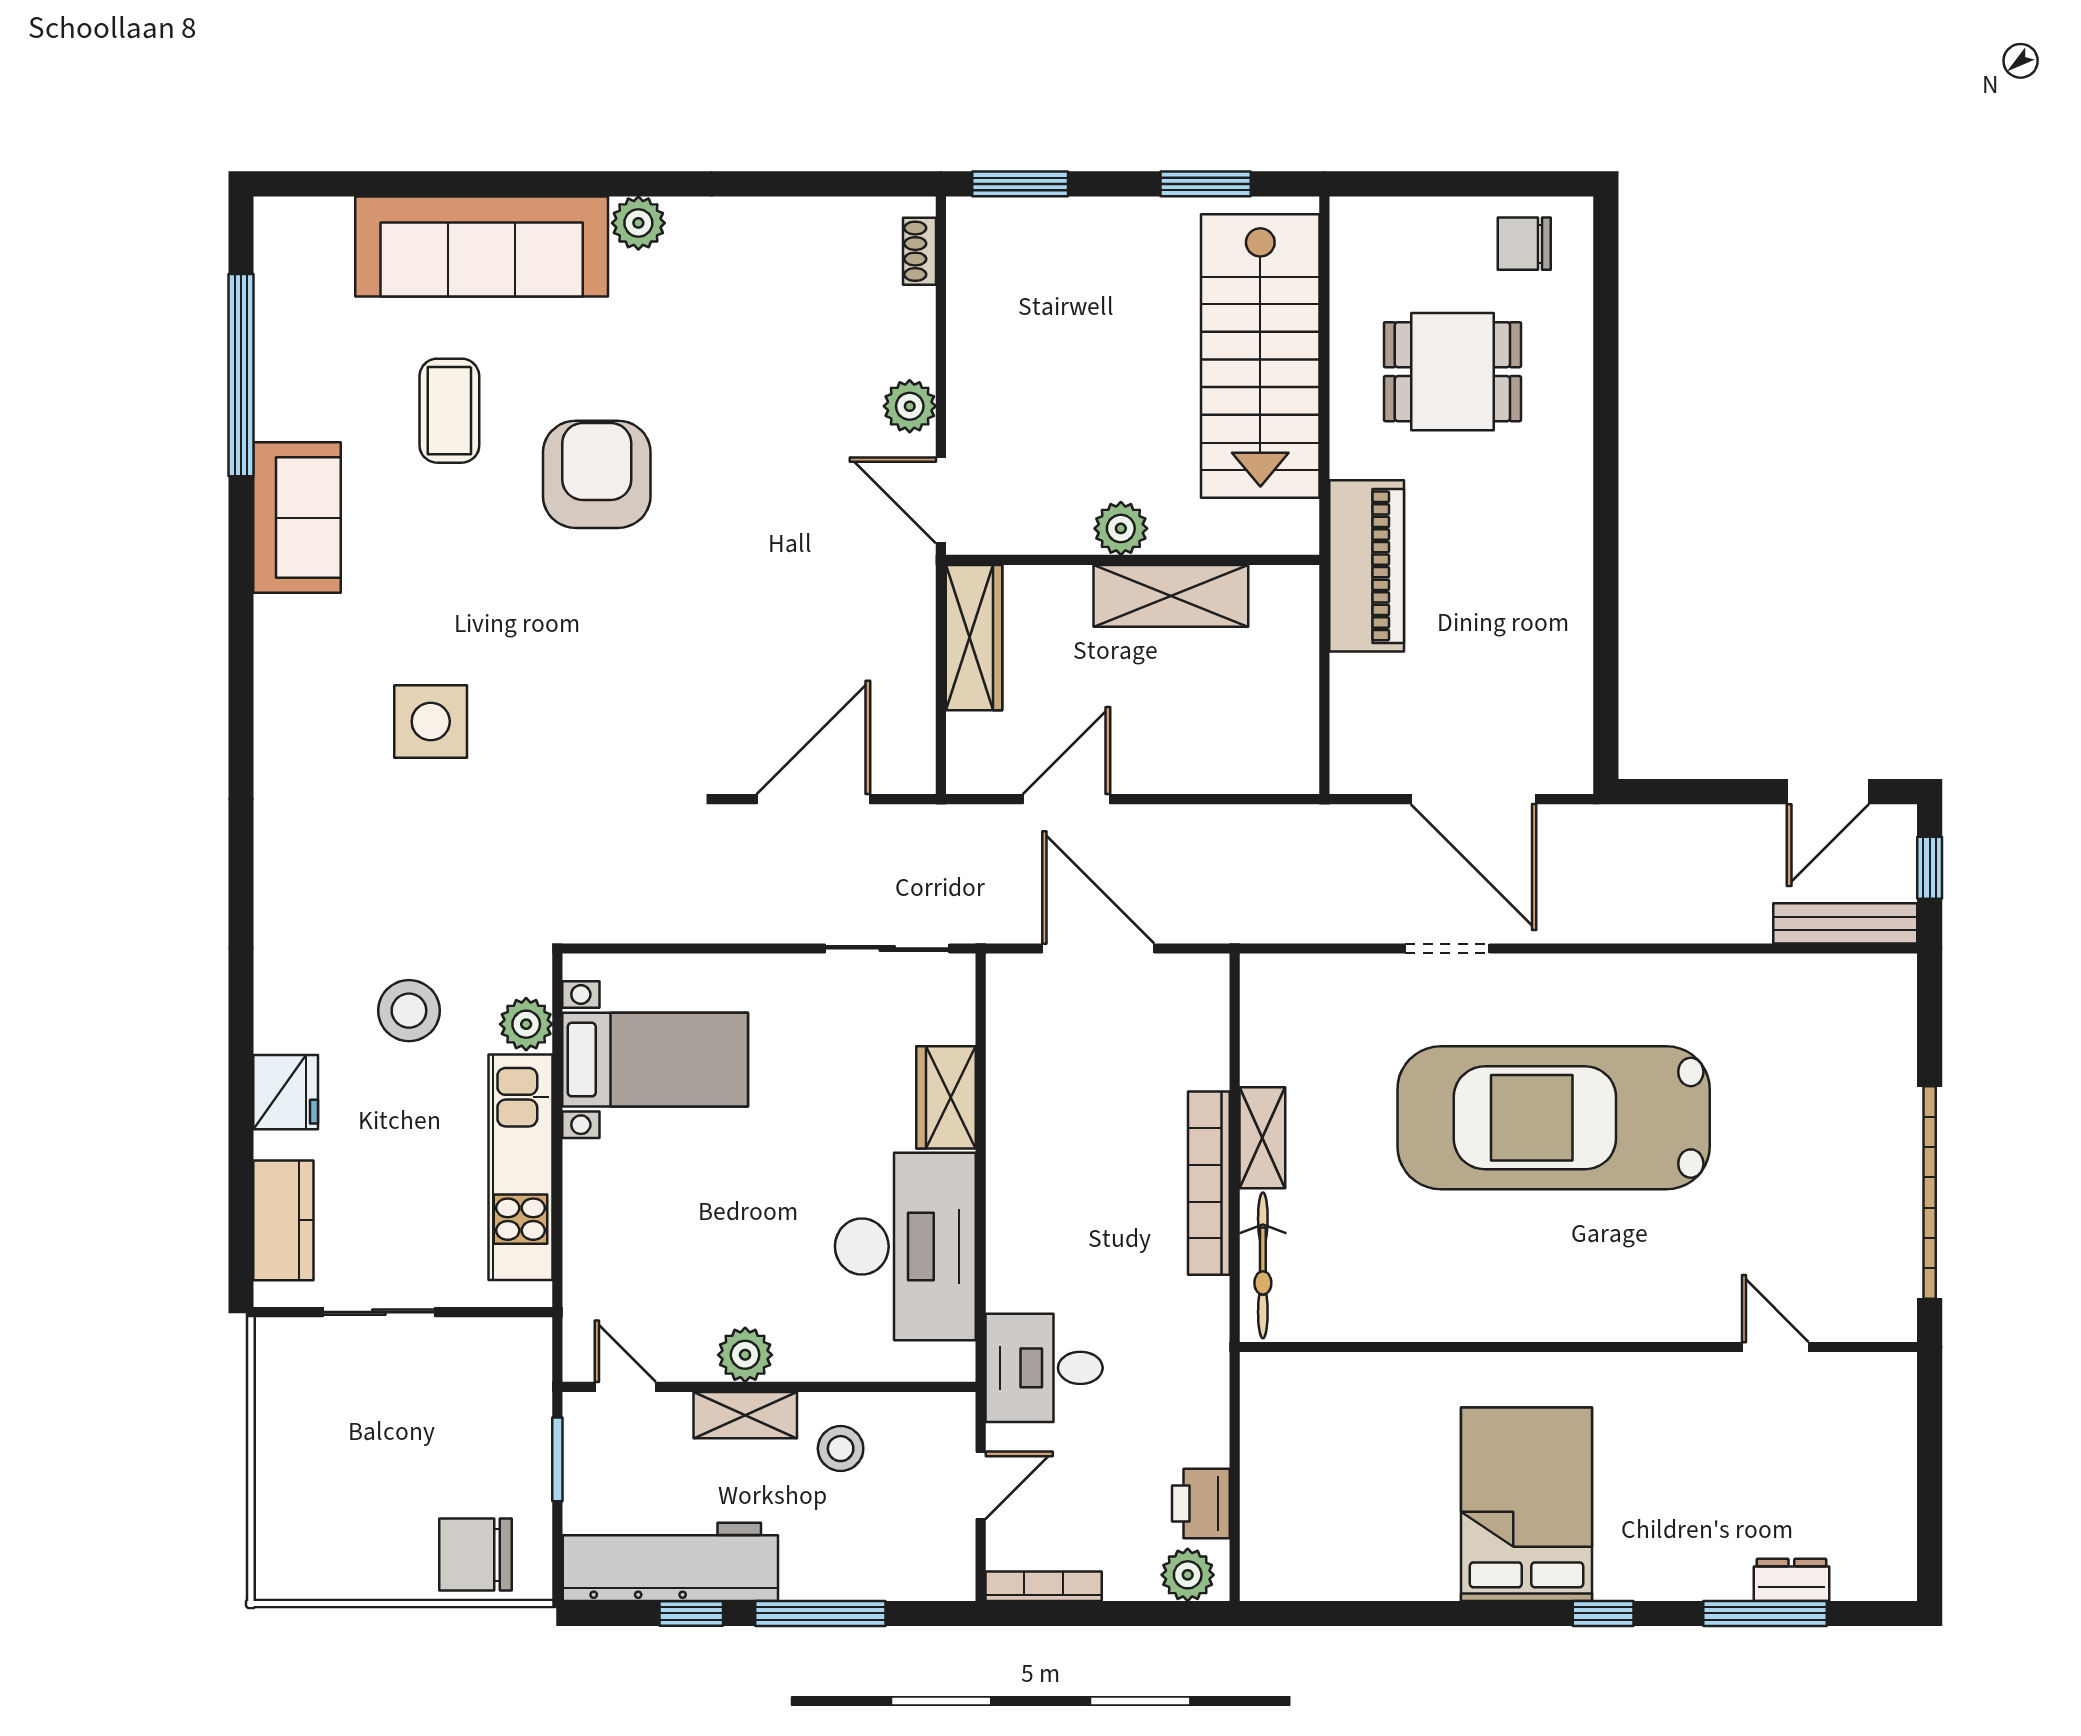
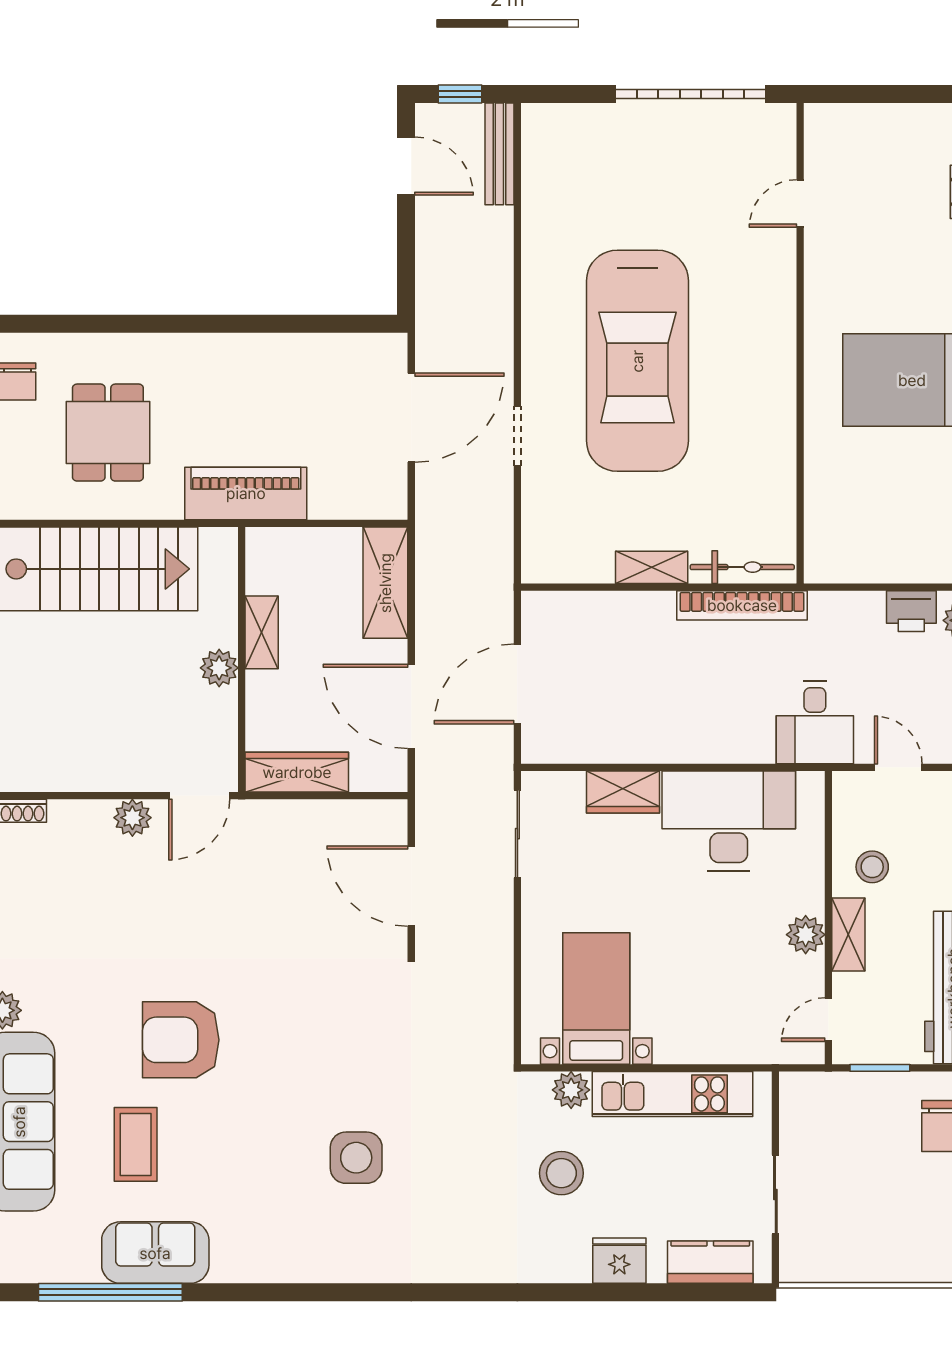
coffee table: (449, 411) -> (136, 1144), turned 90
sofa: (297, 518) -> (155, 1253), moved
shelving: (1171, 596) -> (262, 632), width x0.67, depth x0.75
shelving: (1241, 763) -> (385, 583), added
door: (1066, 799) -> (411, 706), width x1.36
bookcase: (1209, 1183) -> (742, 605), moved

